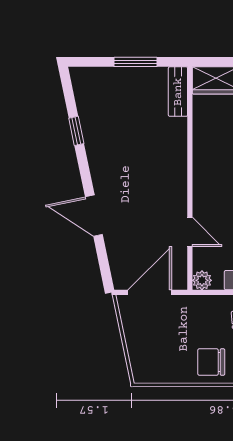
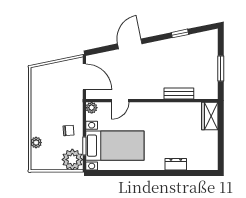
bench: (178, 92) -> (179, 94), moved
chair: (211, 362) -> (43, 113), removed

